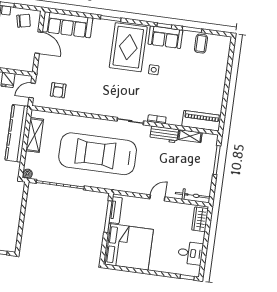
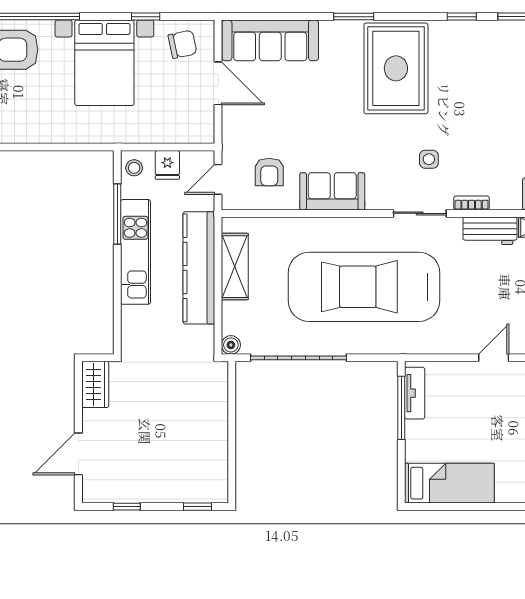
sofa: (165, 37) -> (332, 191), moved, turned 180
side table: (154, 70) -> (429, 159), moved
bed: (128, 247) -> (449, 483), width x0.49

